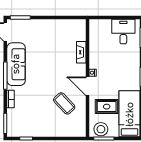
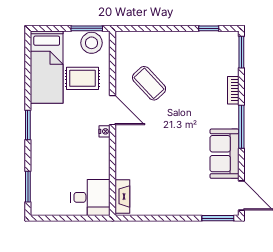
desk: (123, 32) -> (90, 197), moved, turned -90
fireplace: (81, 52) -> (122, 196), moved
sofa: (16, 64) -> (224, 154), width x0.73

